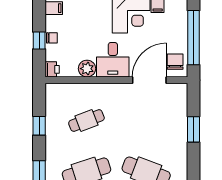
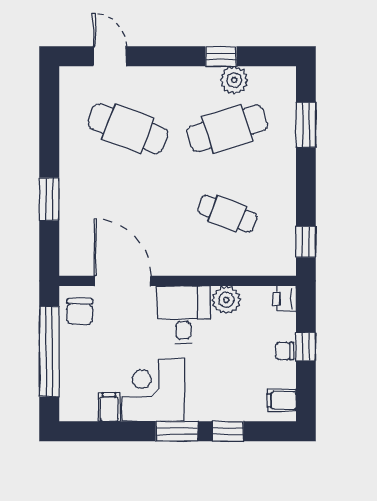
door: (149, 80) -> (123, 281), swing flipped
cafe table: (86, 120) -> (227, 214), turned 42
window: (39, 126) -> (306, 242), moved

